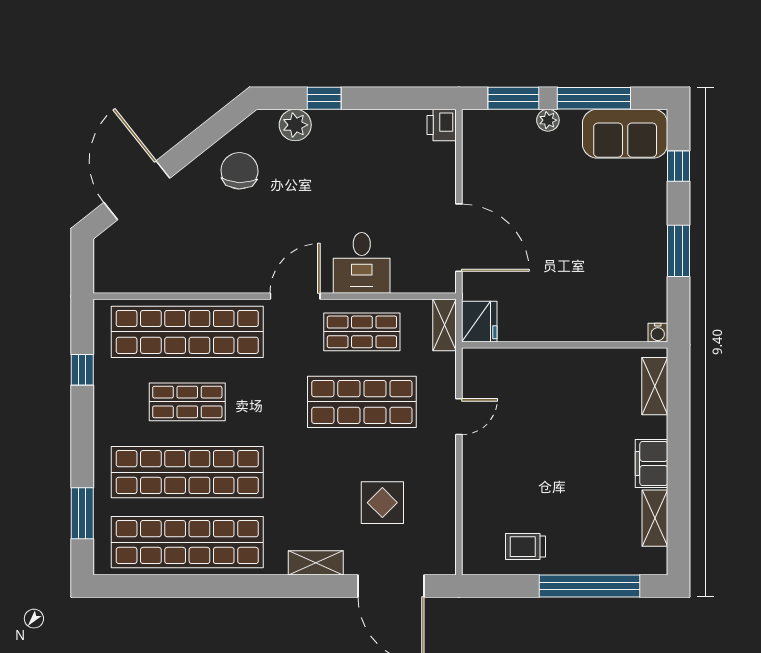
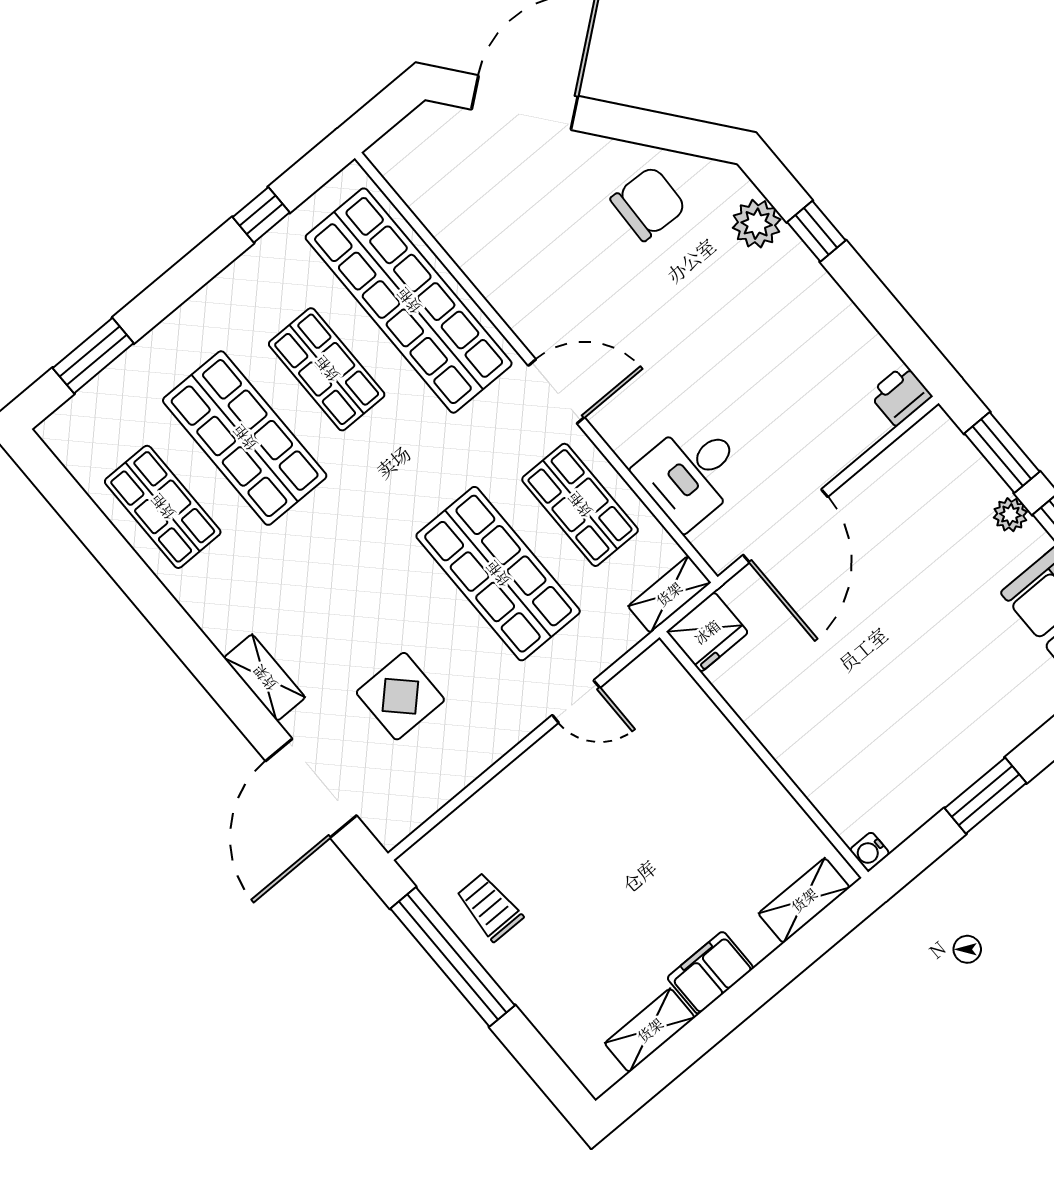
desk: (362, 263) -> (691, 473), moved
shop shelf: (187, 472) -> (245, 438), width x0.71
shop shelf: (187, 542) -> (163, 507), width x0.50, depth x0.74
window: (590, 586) -> (453, 957), moved

